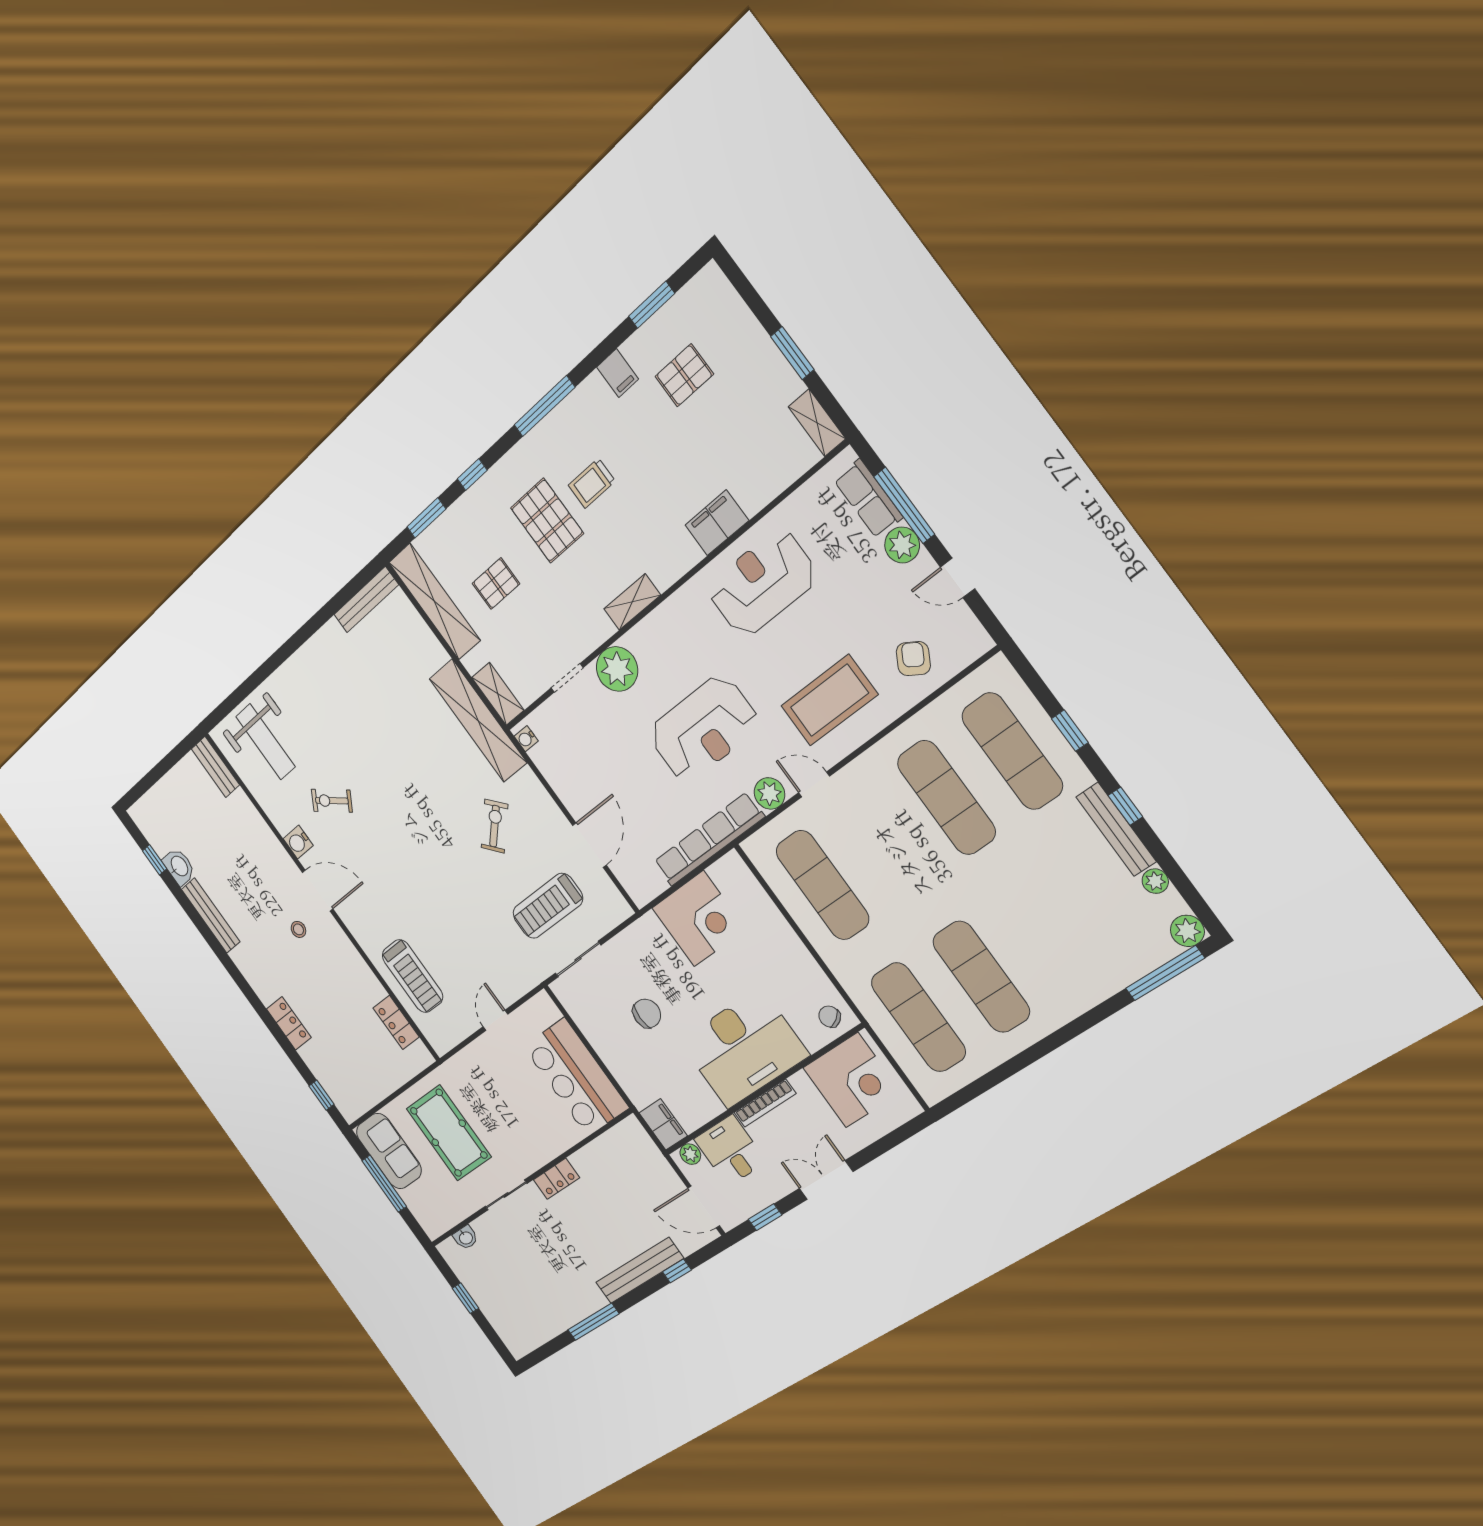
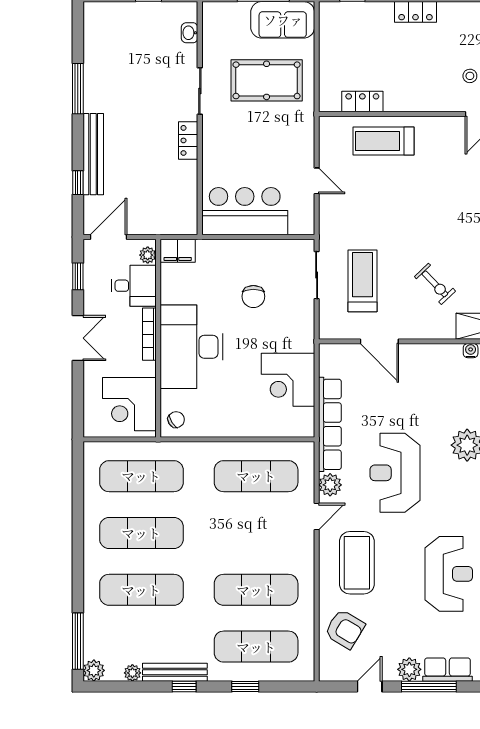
armchair: (913, 659) -> (345, 629), width x1.38, depth x1.38
exercise mat: (1047, 935) -> (141, 590), added

